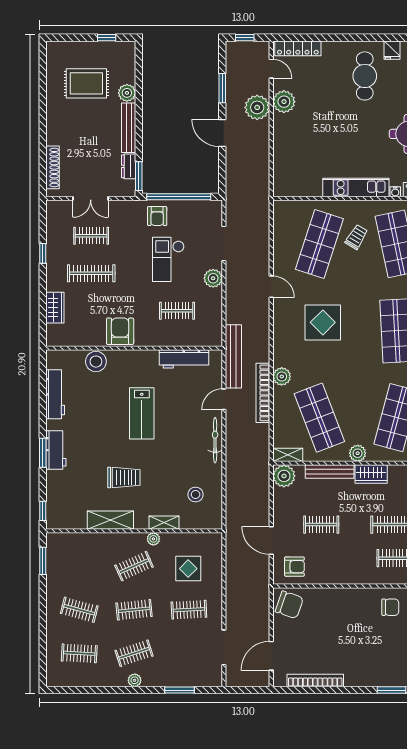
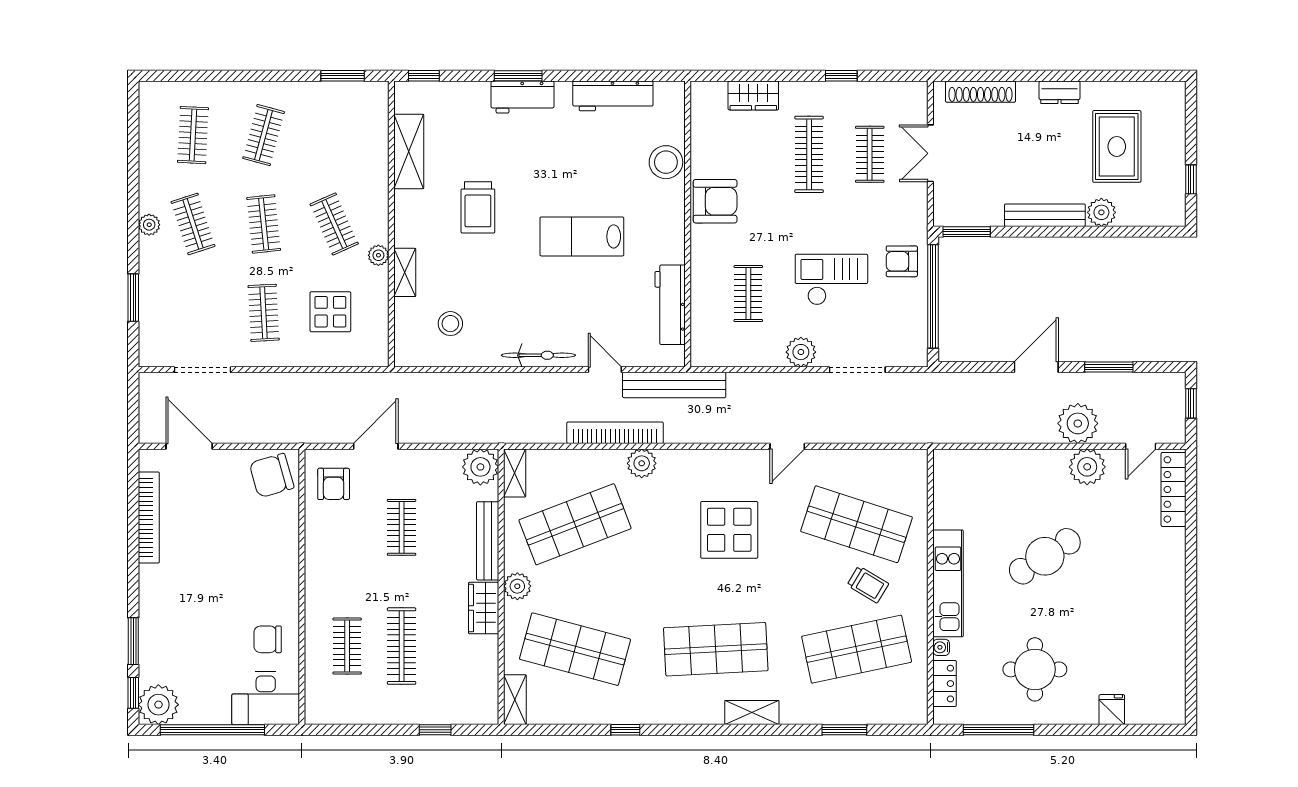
fridge: (392, 50) -> (1171, 642), removed
cafe table: (365, 76) -> (1045, 556), moved, turned -33
dresser: (129, 166) -> (1060, 92), moved, turned 180
shelving: (110, 520) -> (409, 151), moved
chair: (289, 605) -> (272, 475), turned 55
chair: (390, 607) -> (268, 639), turned 90

